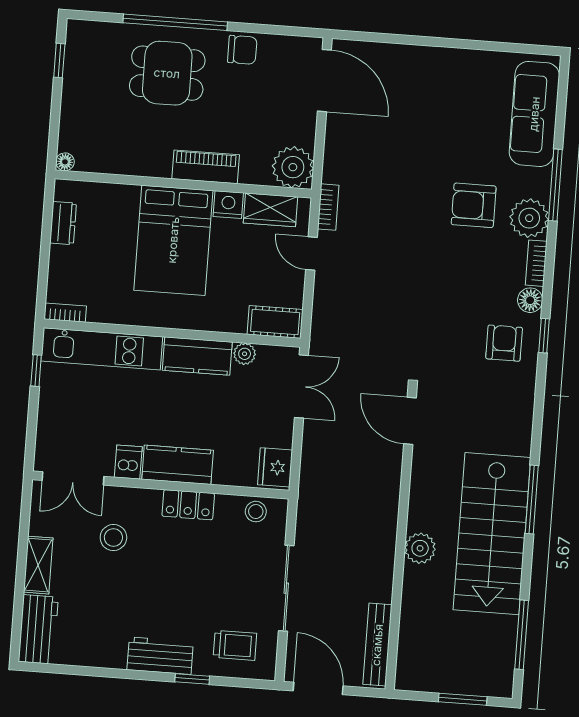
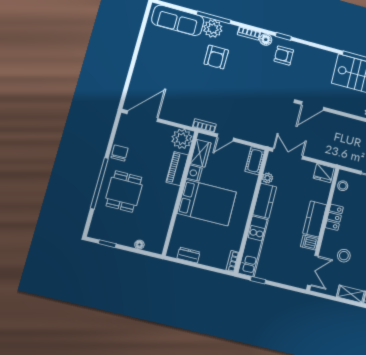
floor lamp: (65, 162) -> (139, 245), moved
piano: (206, 167) -> (177, 169), moved
plant: (529, 218) -> (213, 29), moved

